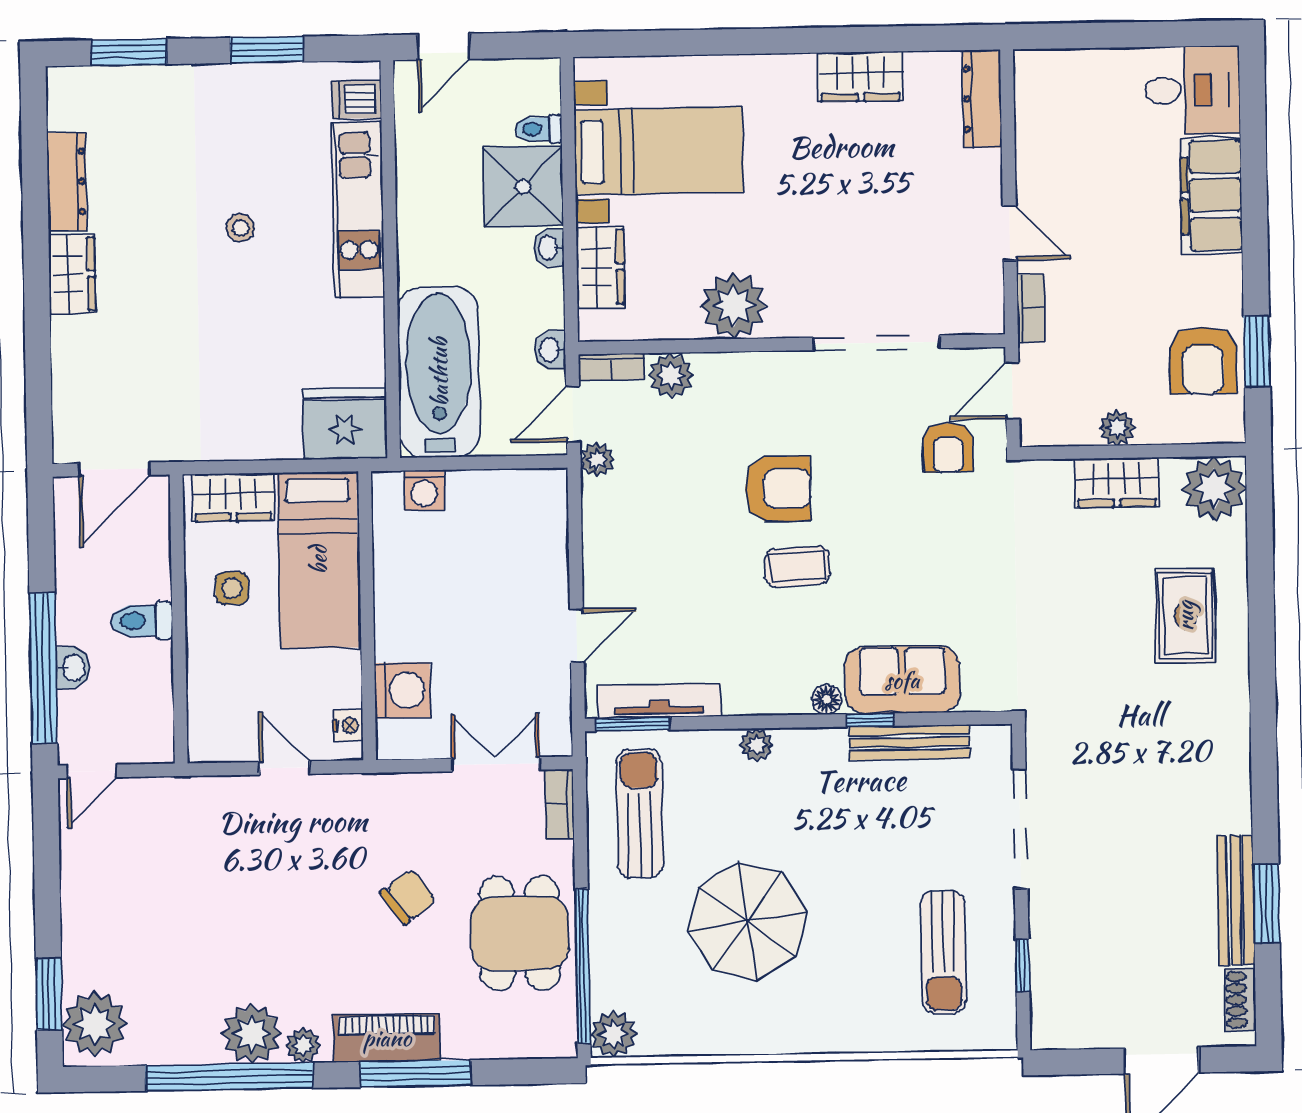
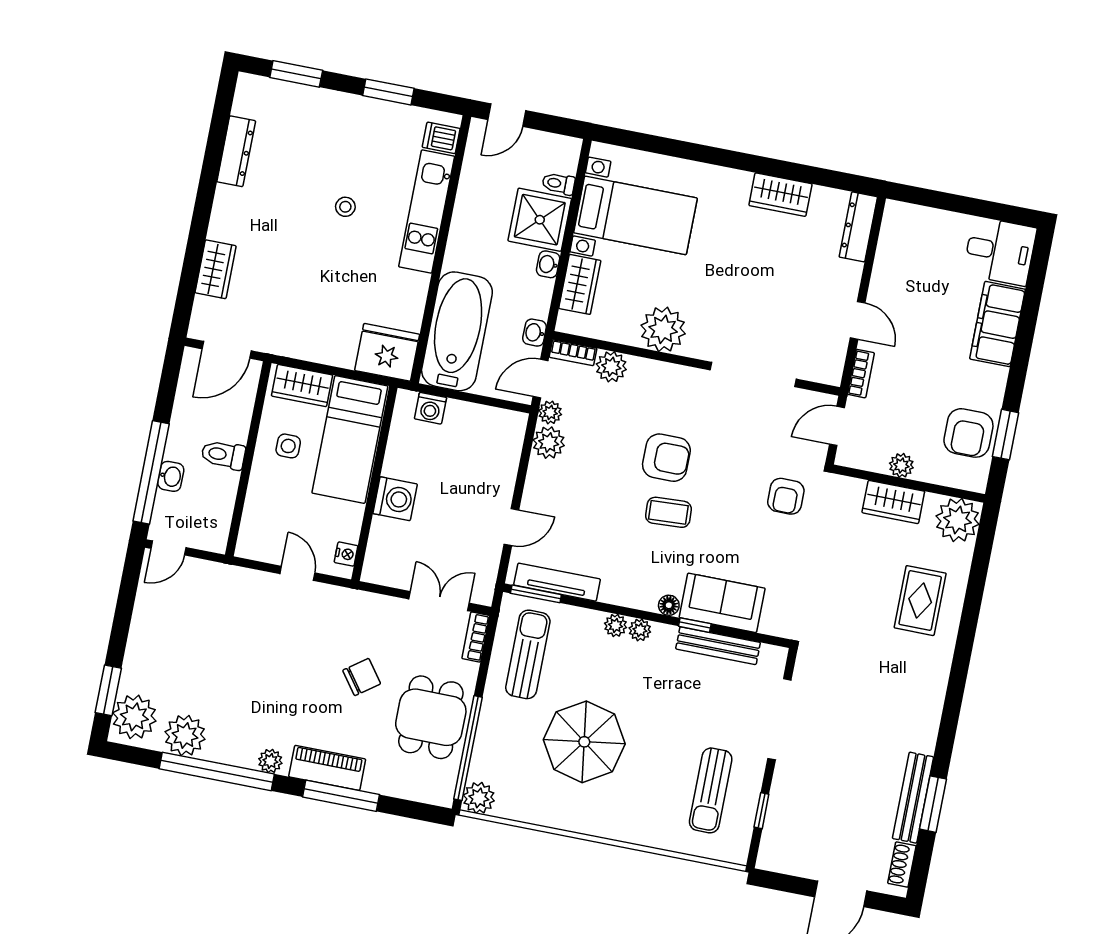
wardrobe: (72, 274) -> (216, 269), moved
armchair: (948, 448) -> (786, 496), moved
plant: (604, 503) -> (549, 443), added
washing machine: (402, 690) -> (395, 499), moved
plant: (793, 744) -> (640, 630), added
plant: (252, 1034) -> (185, 735), moved

